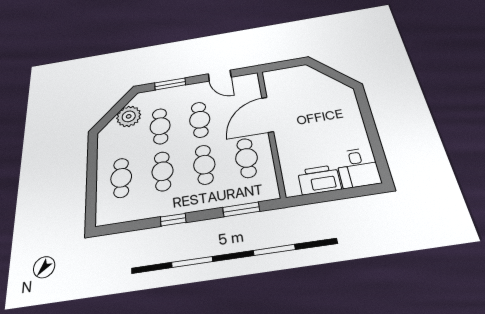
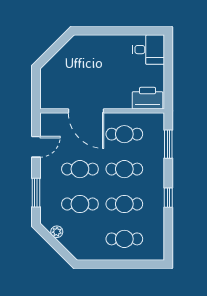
plant: (129, 116) -> (57, 232), width x0.53, depth x0.53
printer: (319, 180) -> (148, 98), moved, turned 90

